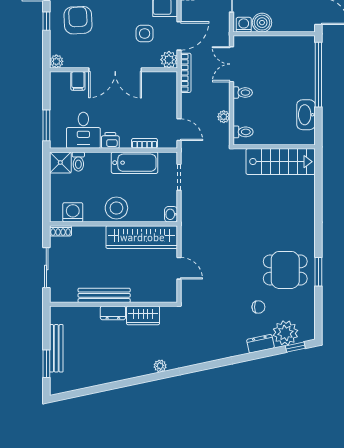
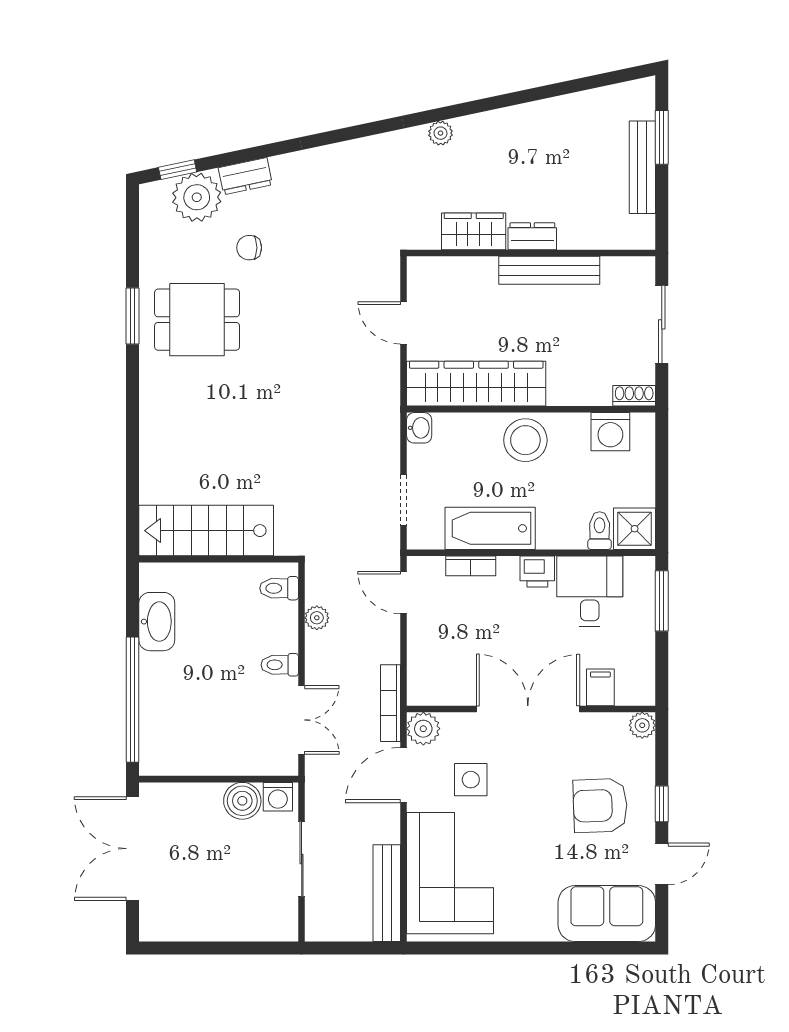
armchair: (78, 20) -> (600, 806), turned 91

